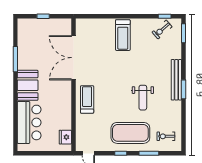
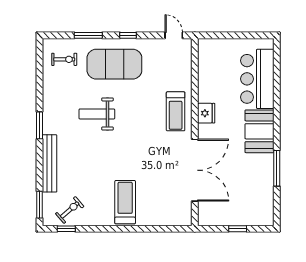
bench: (176, 80) -> (50, 163), moved
weight bench: (143, 98) -> (97, 114), turned -90
fridge: (65, 137) -> (206, 113), moved

